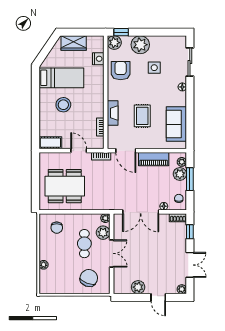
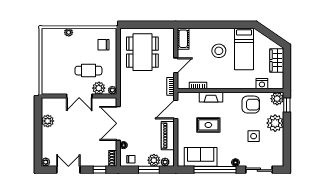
window: (190, 109) -> (215, 170), added
double door: (190, 265) -> (68, 170), swing flipped
chair: (89, 278) -> (56, 75), removed
door: (158, 297) -> (38, 140), removed

